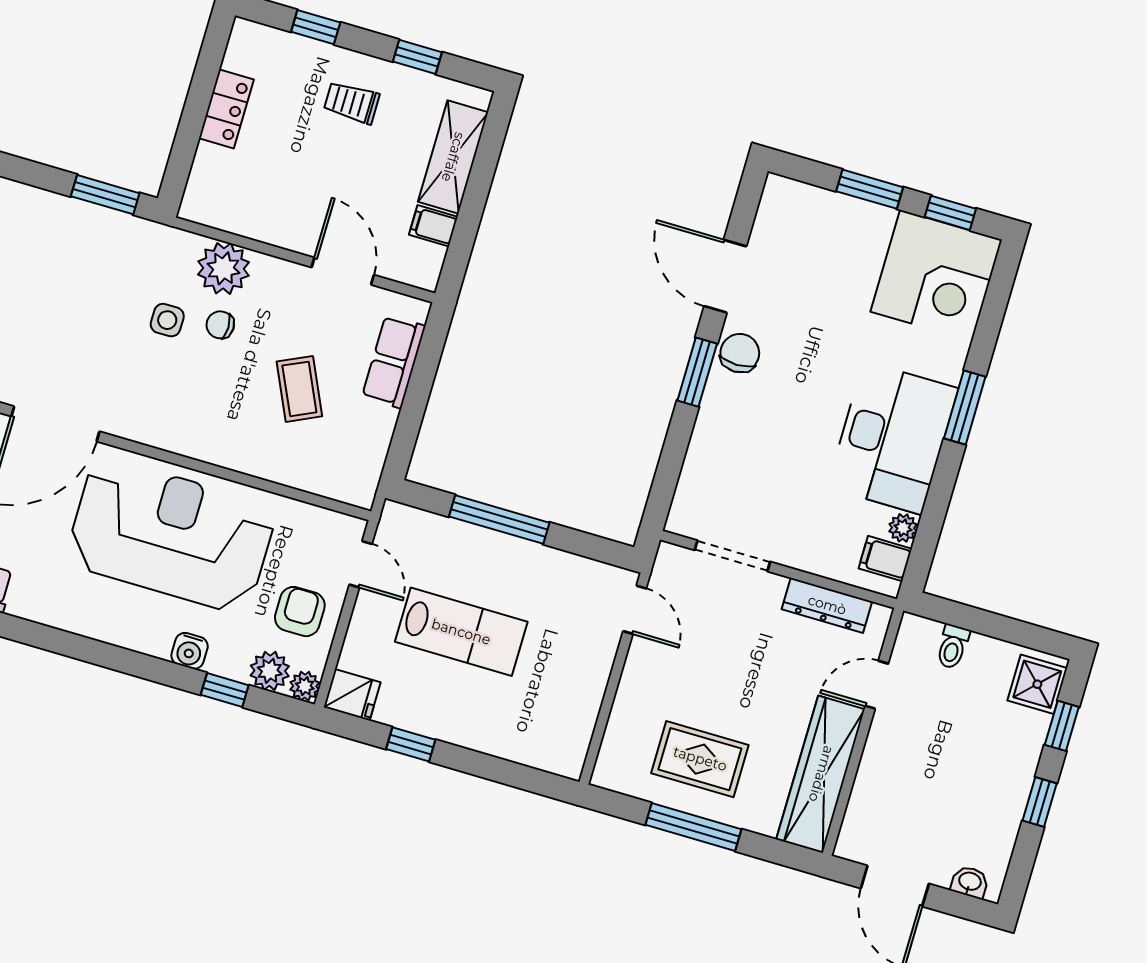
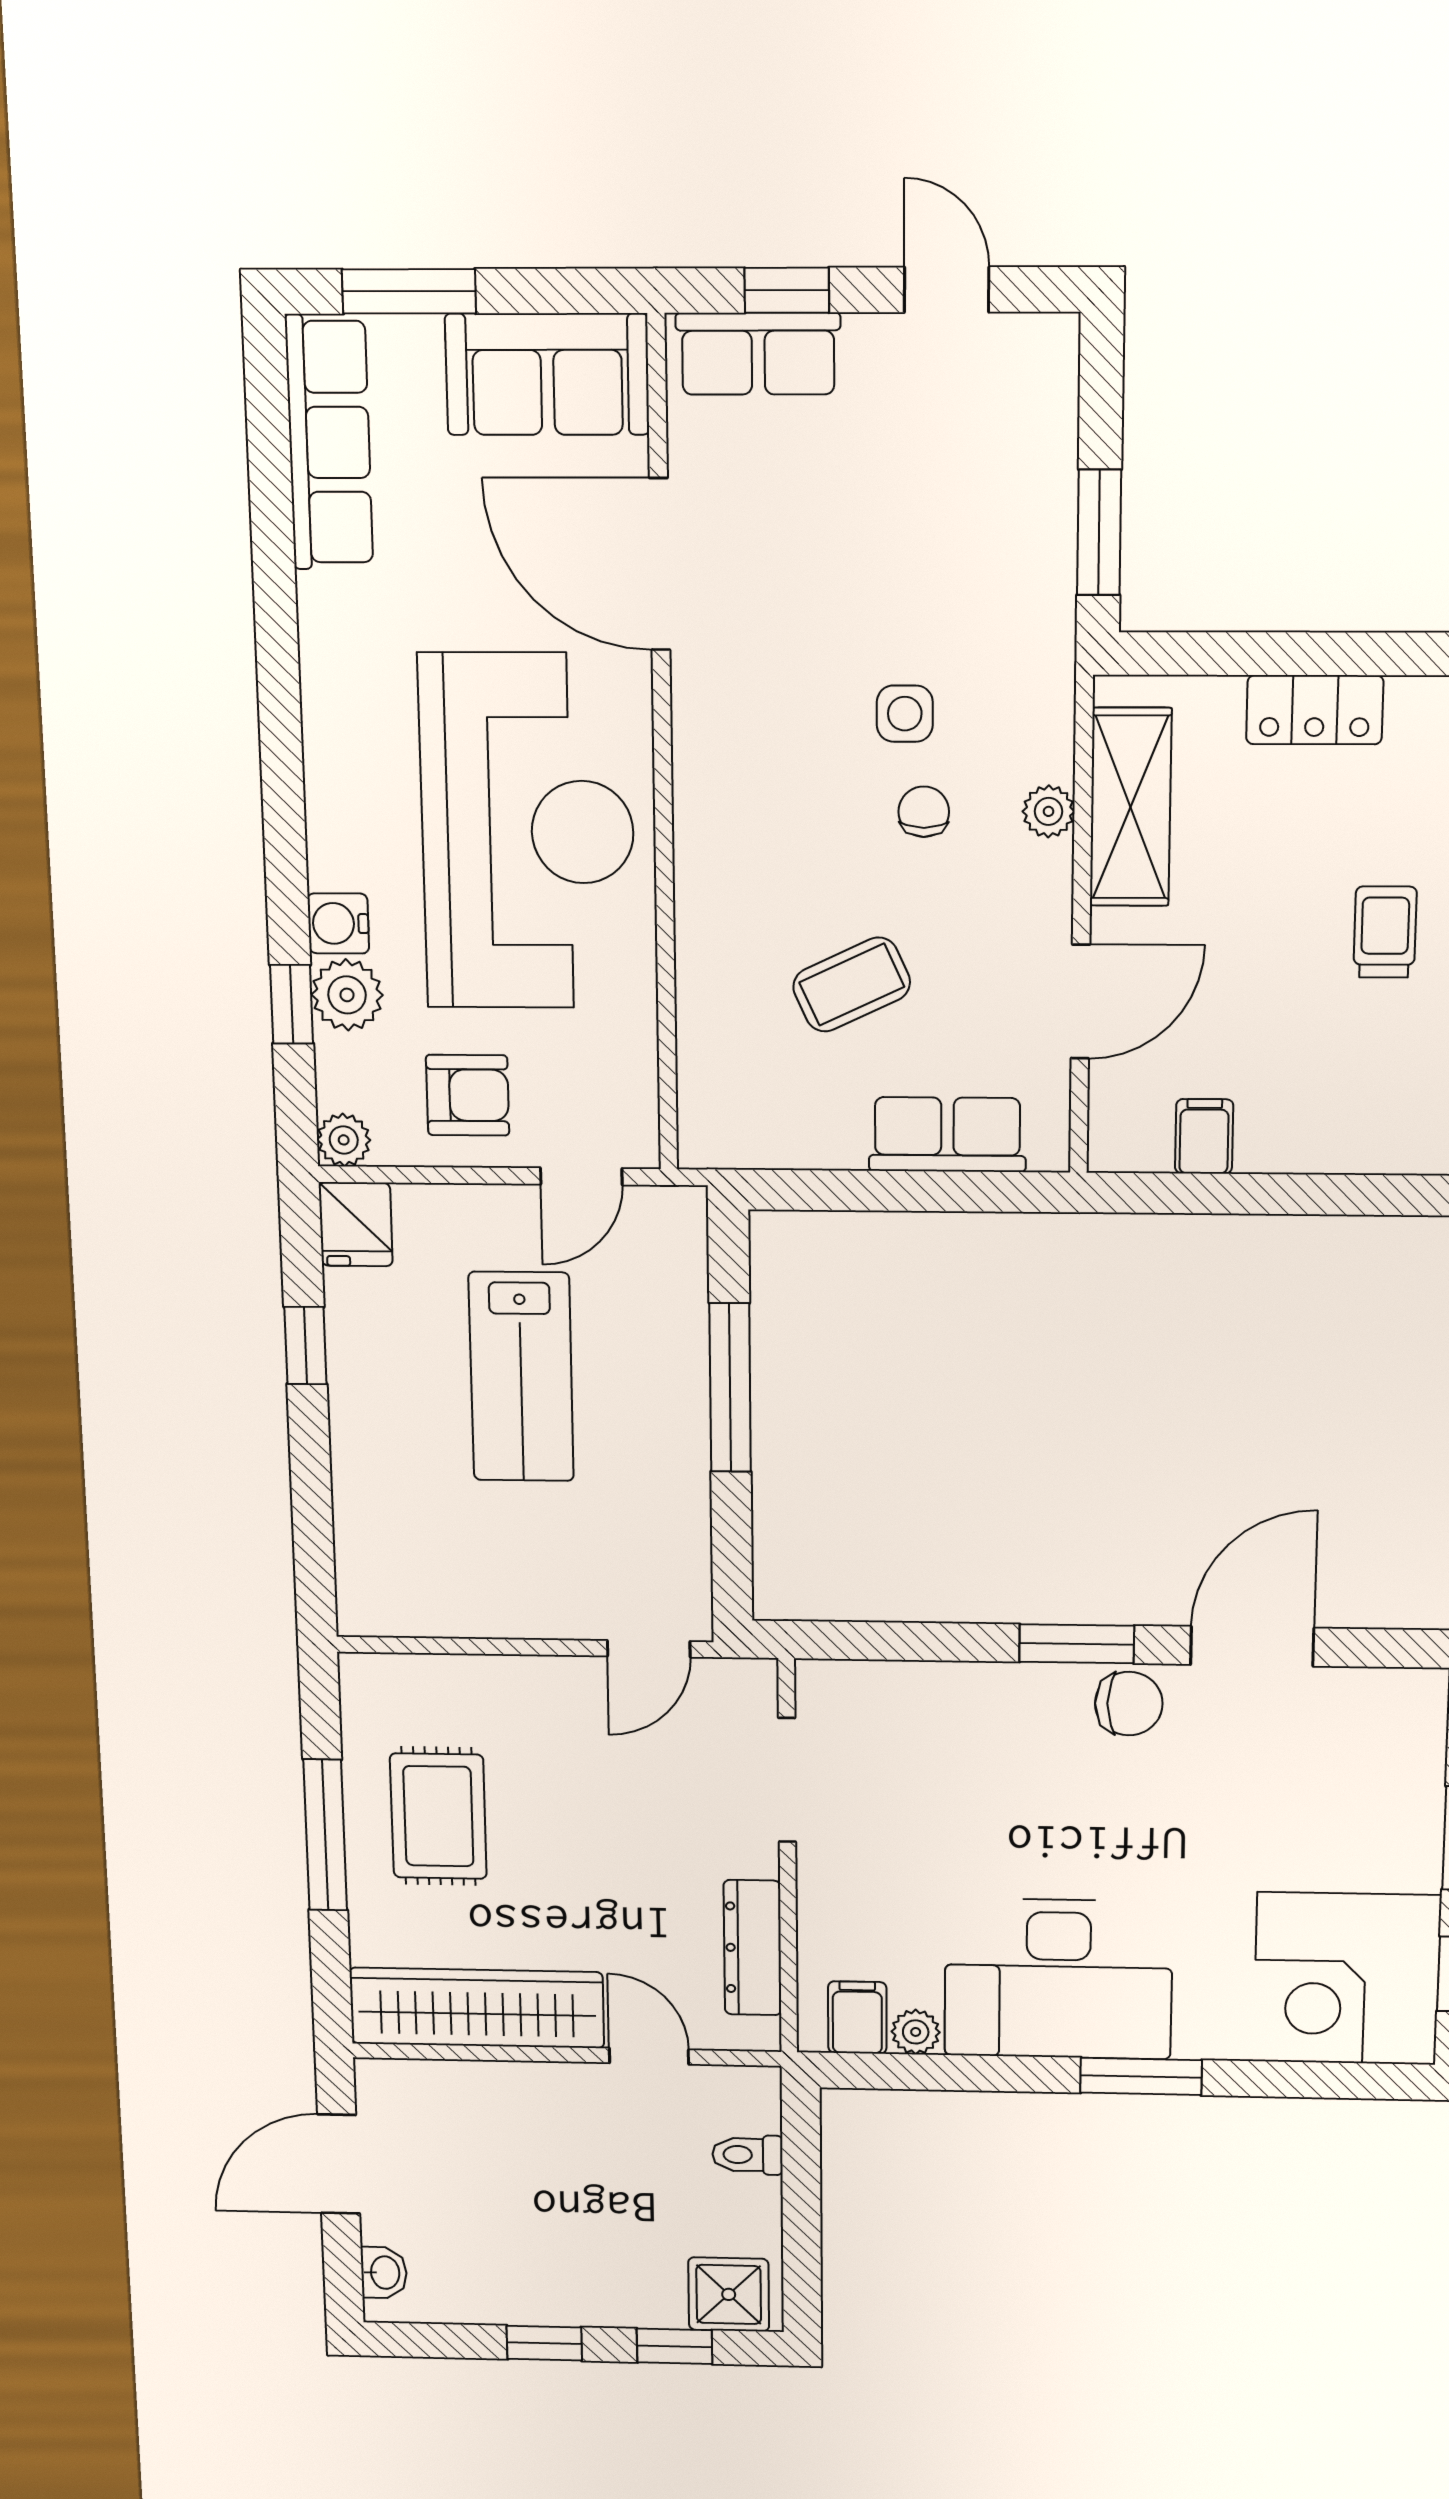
shelving: (453, 157) -> (1131, 807), moved, turned 90
plant: (224, 268) -> (1049, 811), width x0.53, depth x0.53
plant: (270, 671) -> (347, 995), moved

